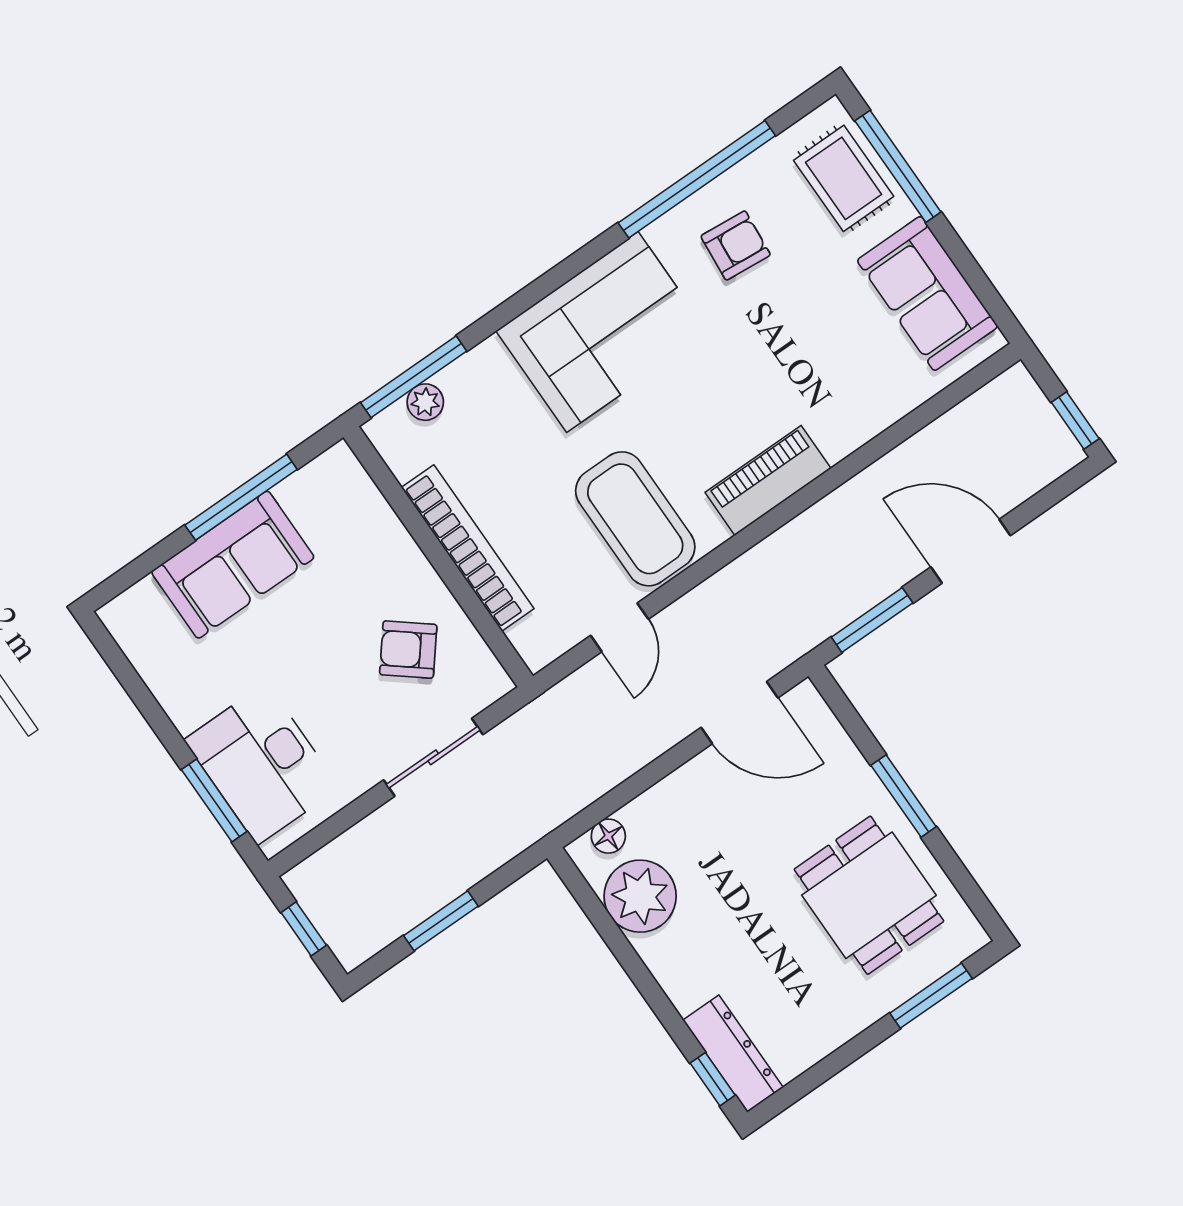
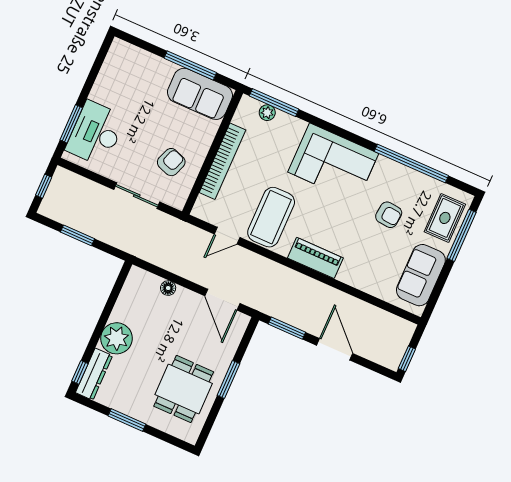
armchair: (736, 245) -> (389, 215), moved
sofa: (233, 565) -> (200, 94), moved
armchair: (408, 650) -> (171, 162), turned 71
floor lamp: (608, 836) -> (168, 288), moved
plant: (640, 896) -> (117, 338), moved
window: (931, 996) -> (127, 420), moved

